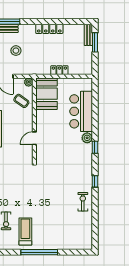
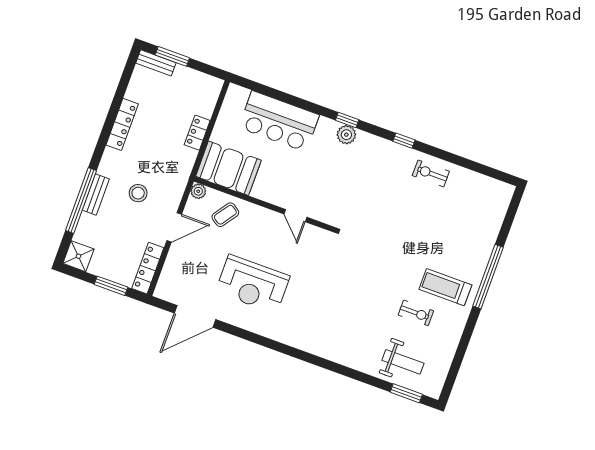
plant: (87, 138) -> (346, 135), moved

